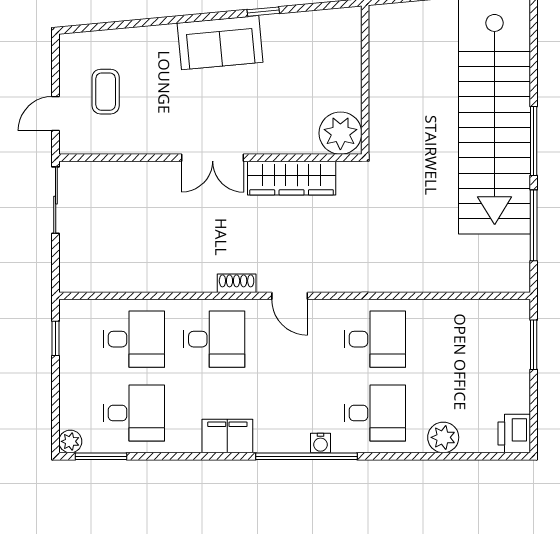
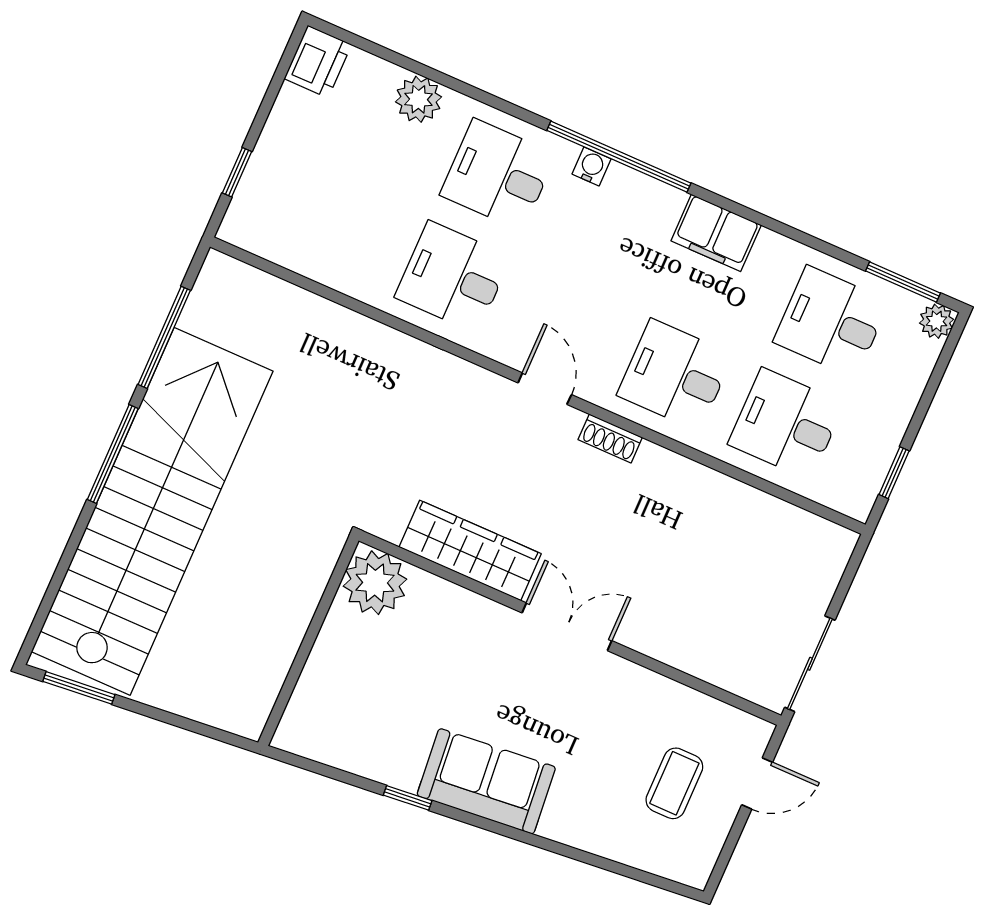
window: (534, 345) -> (237, 172), width x0.67

